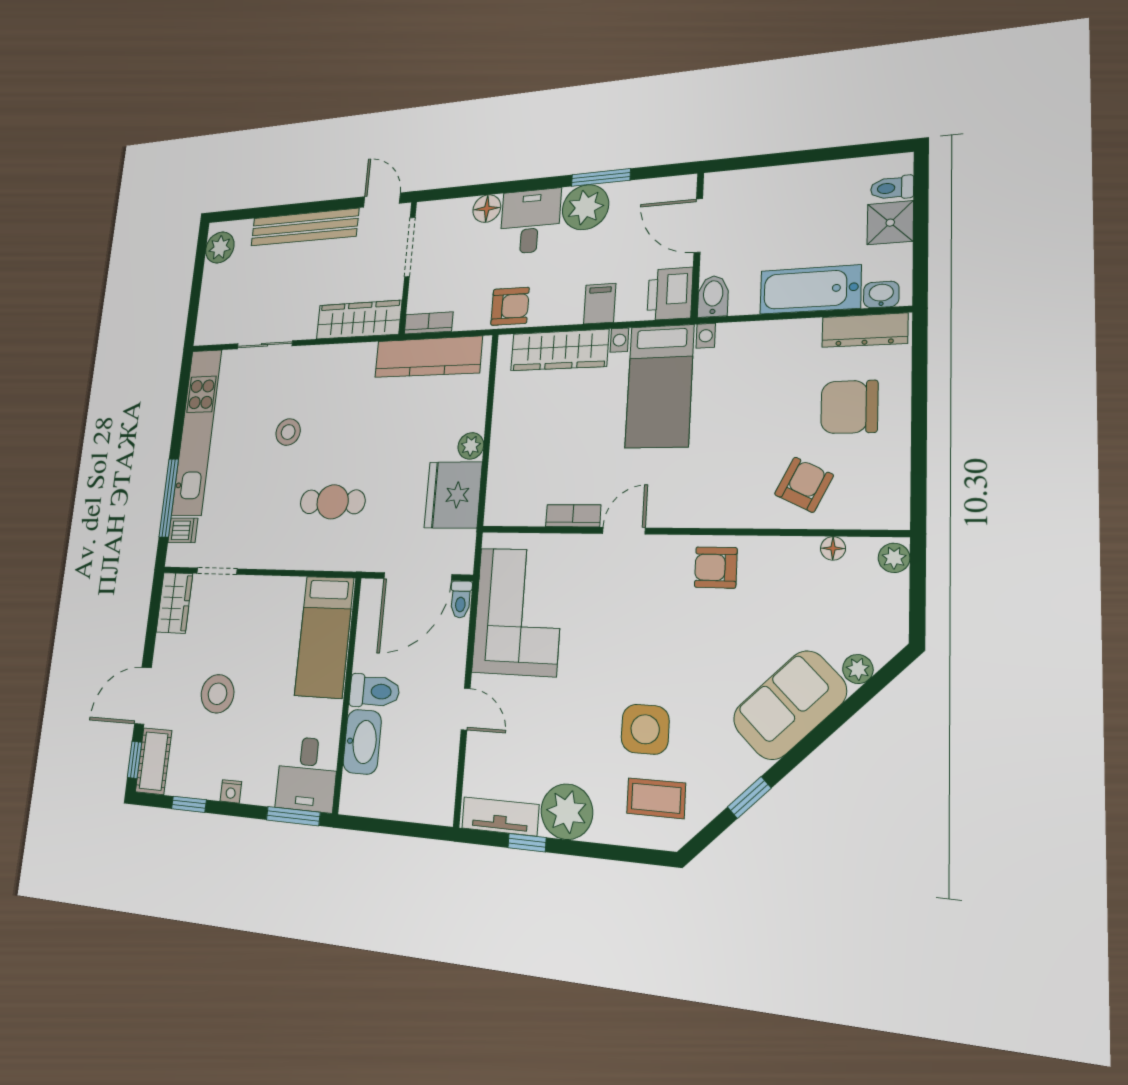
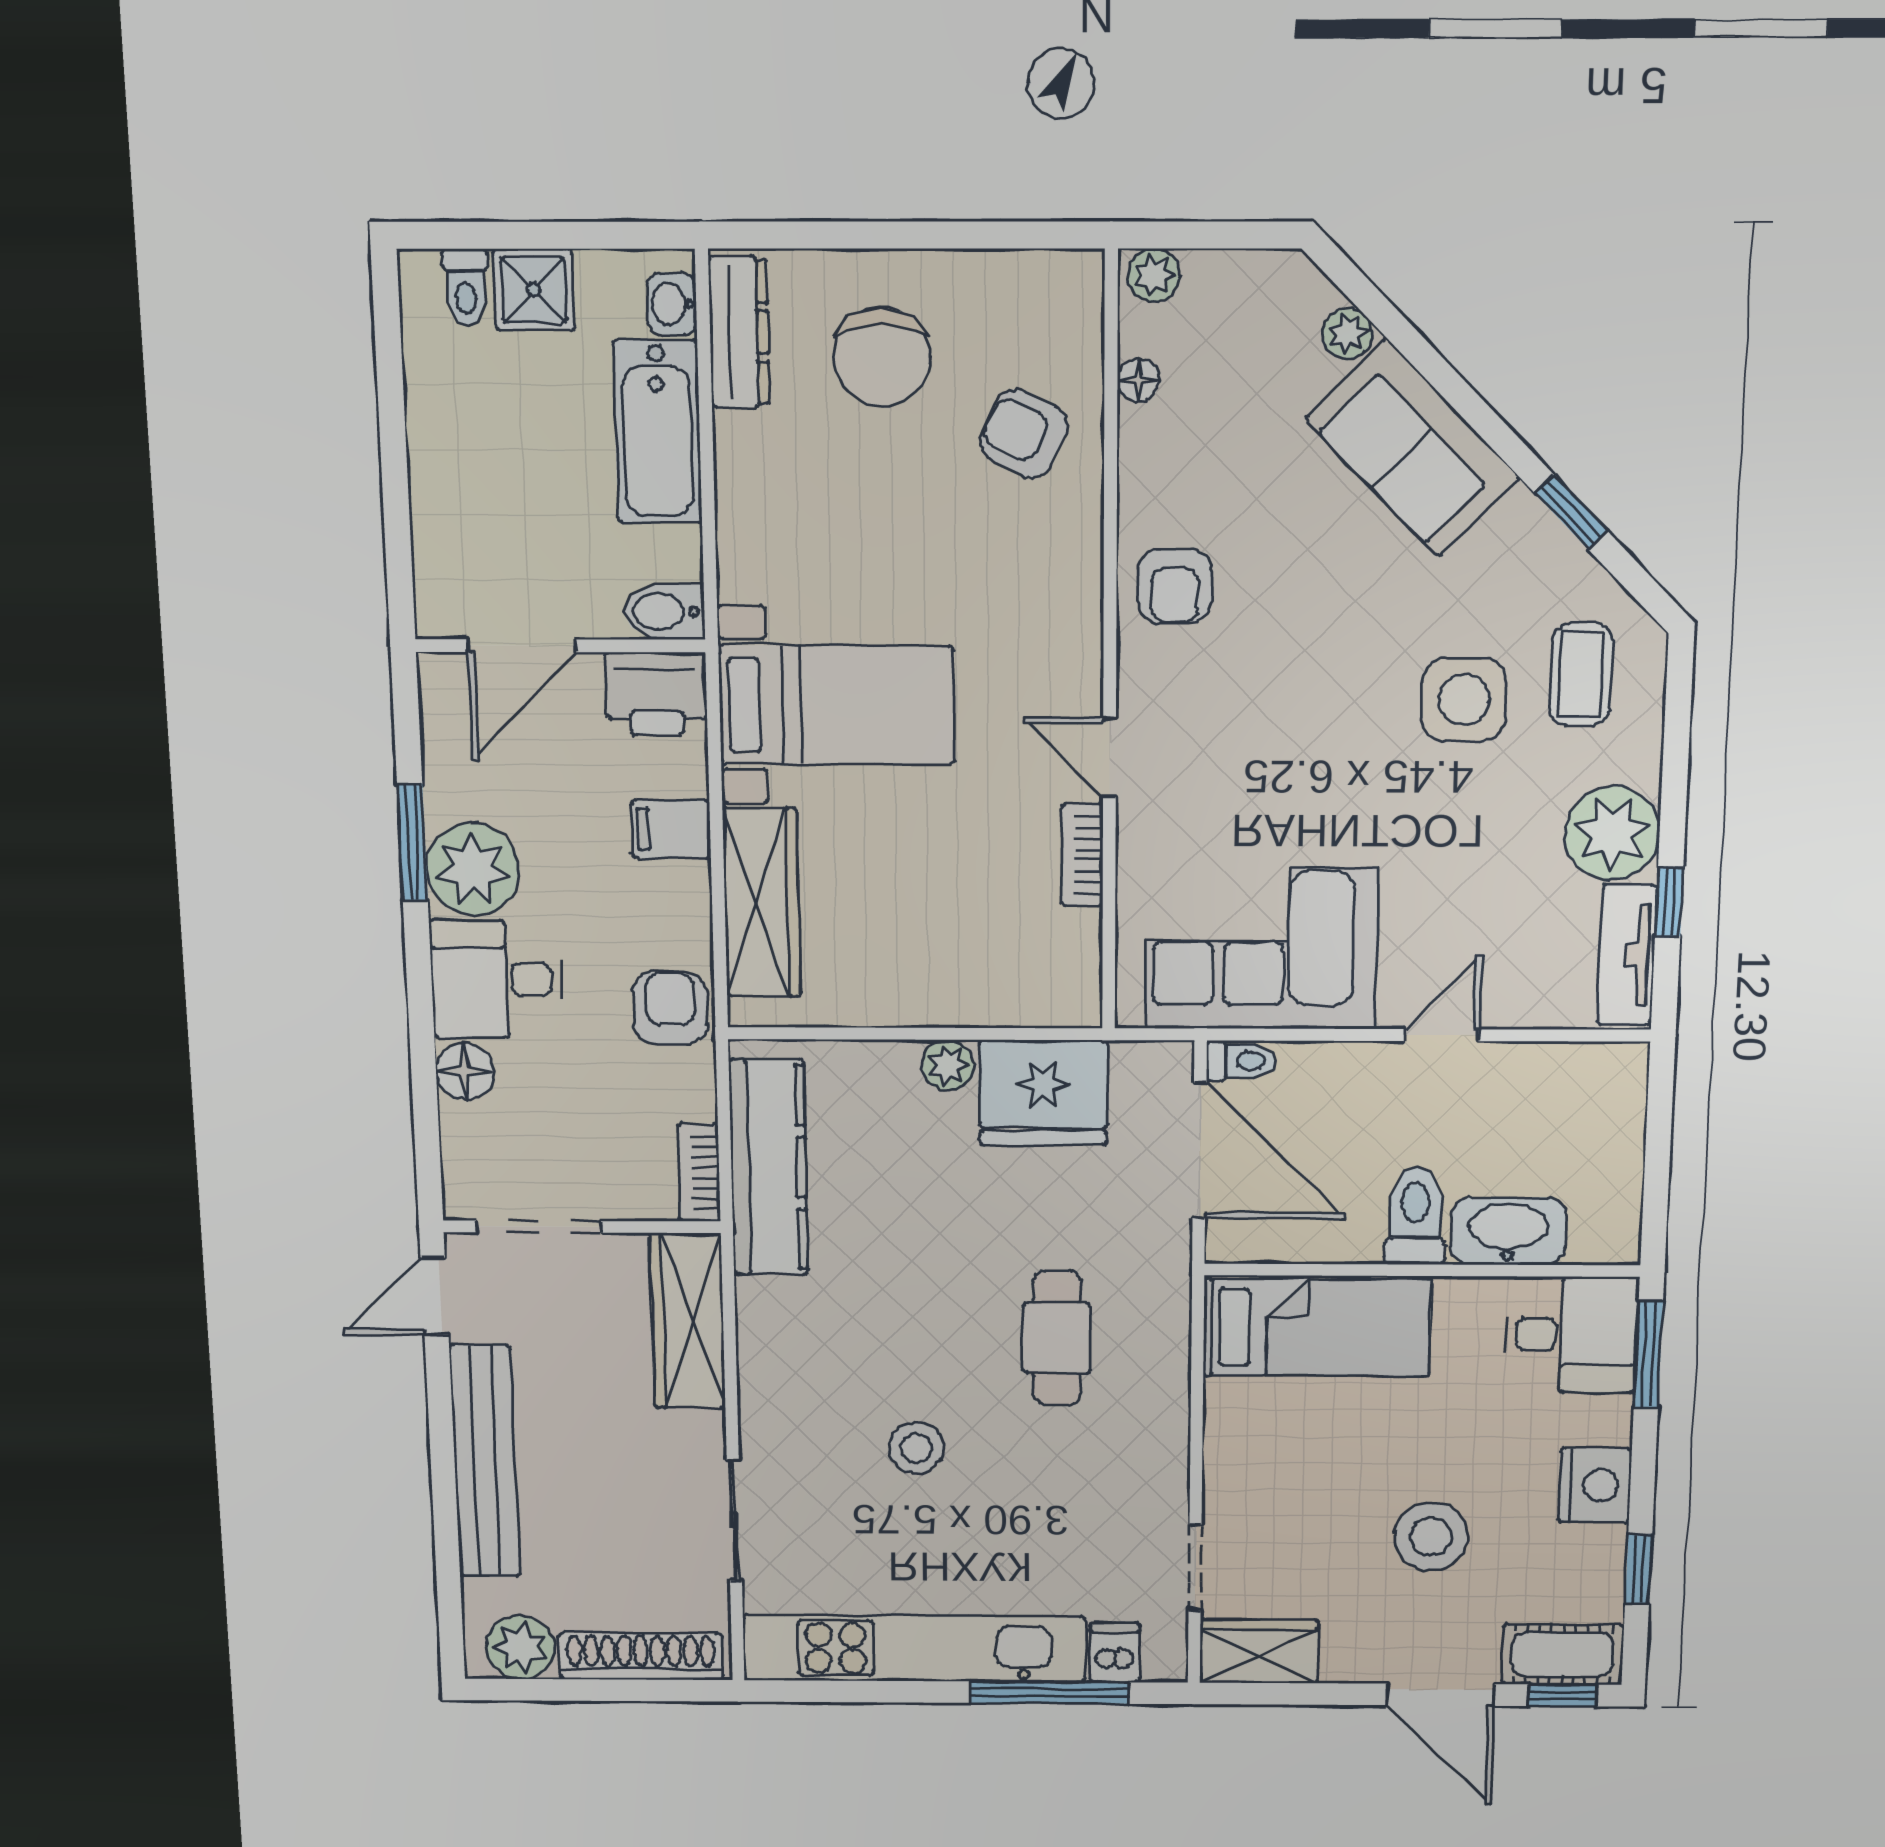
shoe rack: (209, 303) -> (641, 1656), added
nightstand: (231, 791) -> (1595, 1486), width x1.89, depth x1.79

